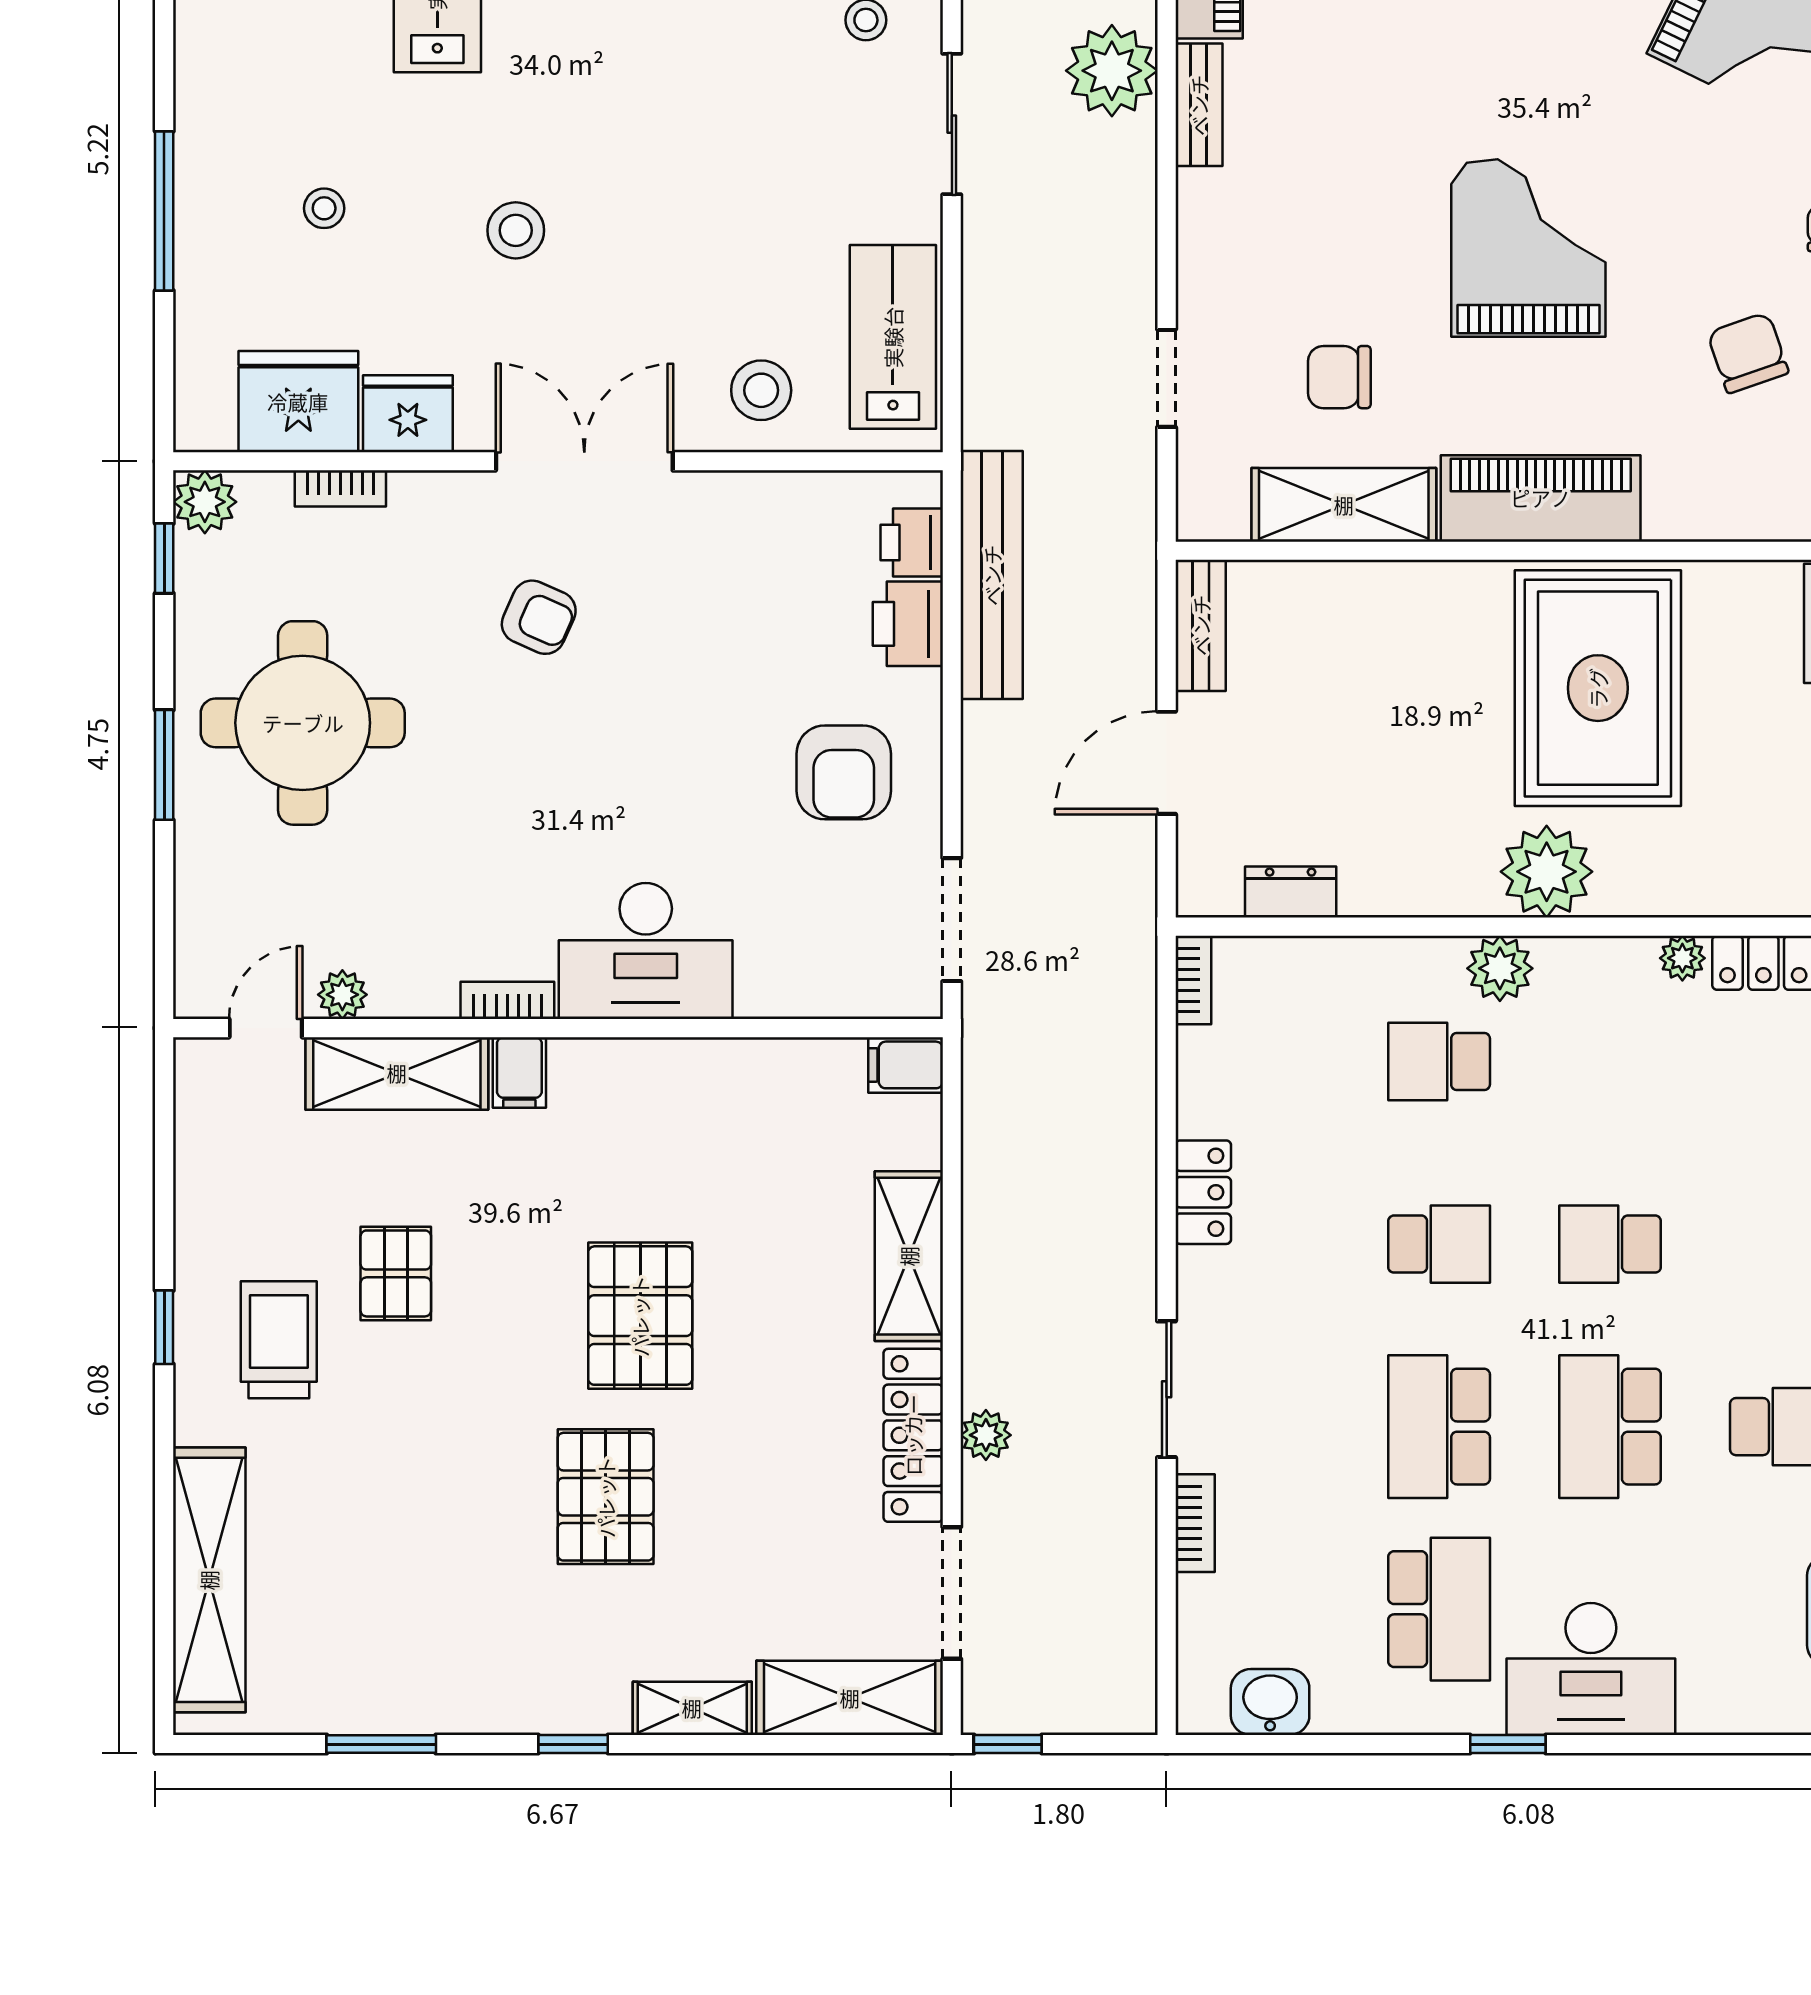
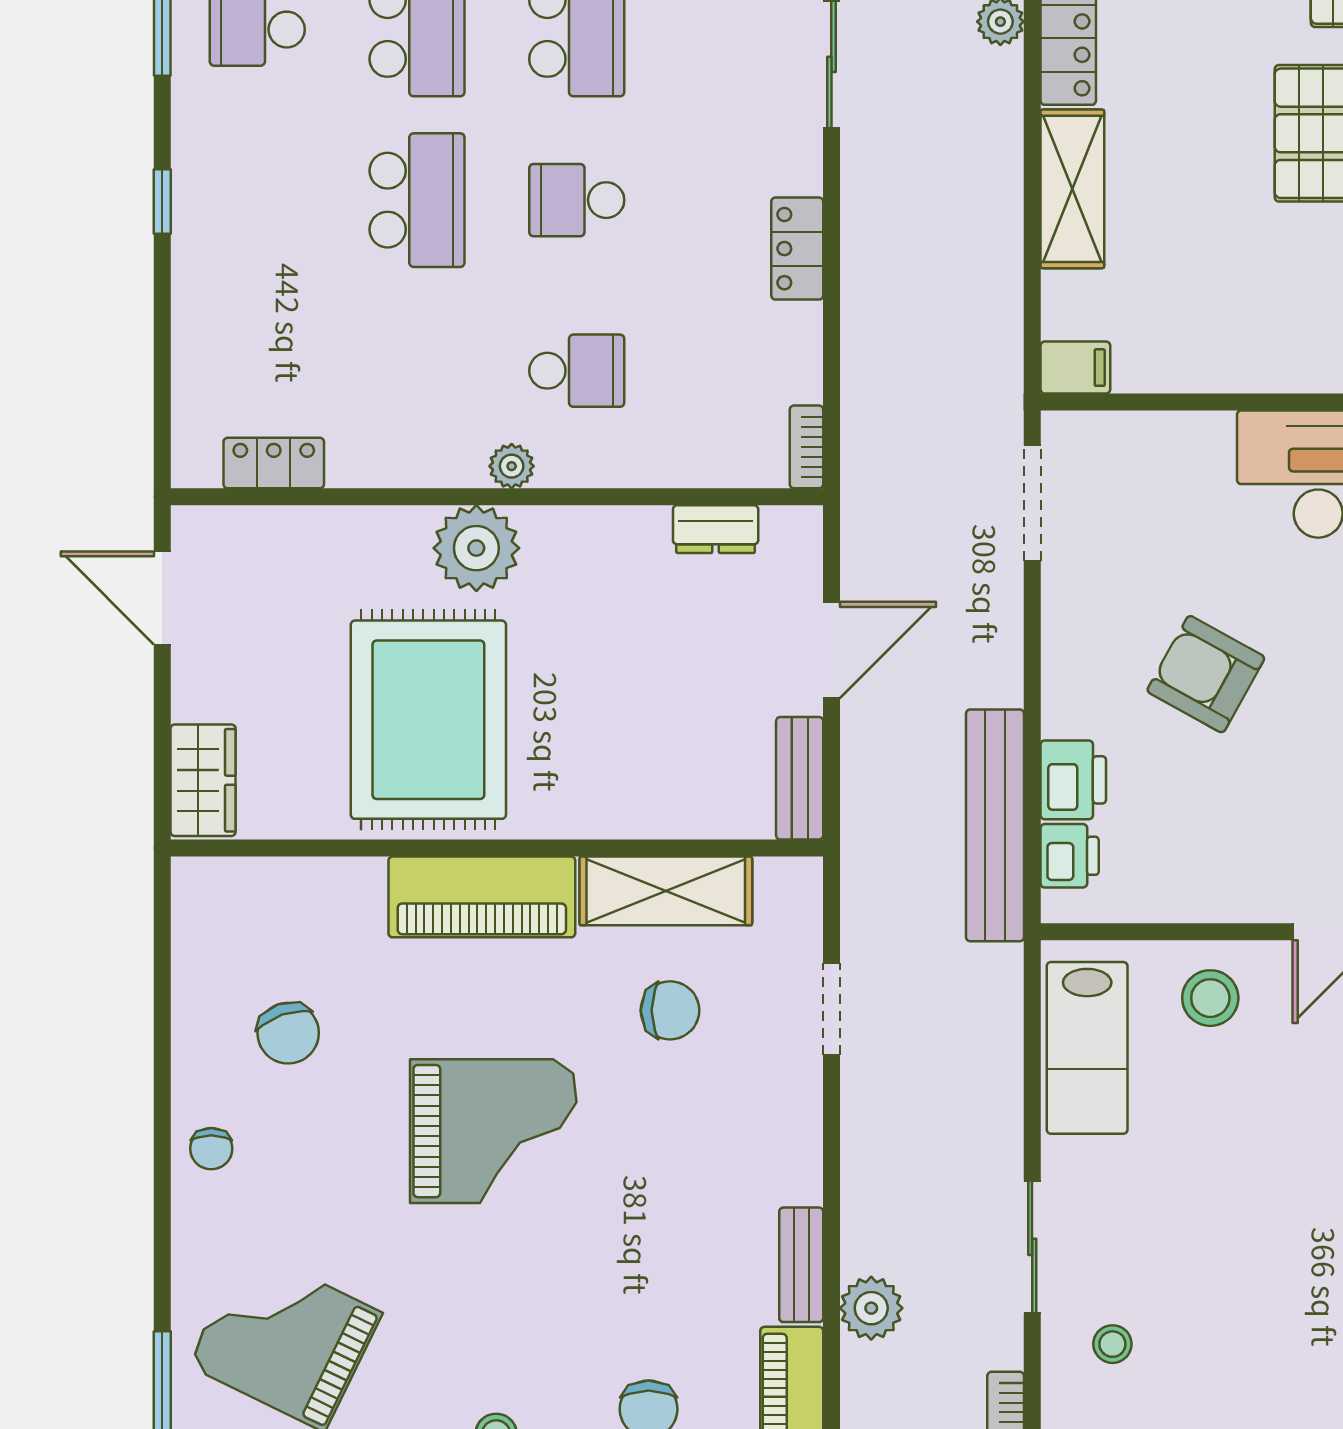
plant: (1112, 71) -> (871, 1308), width x0.73, depth x0.73
grand piano: (1528, 248) -> (493, 1131), turned -90
armchair: (844, 772) -> (1206, 674), moved, turned -61
plant: (1682, 958) -> (349, 467), removed
plant: (1500, 968) -> (512, 466), width x0.73, depth x0.73
school desk: (1610, 1244) -> (417, 200), width x1.85

